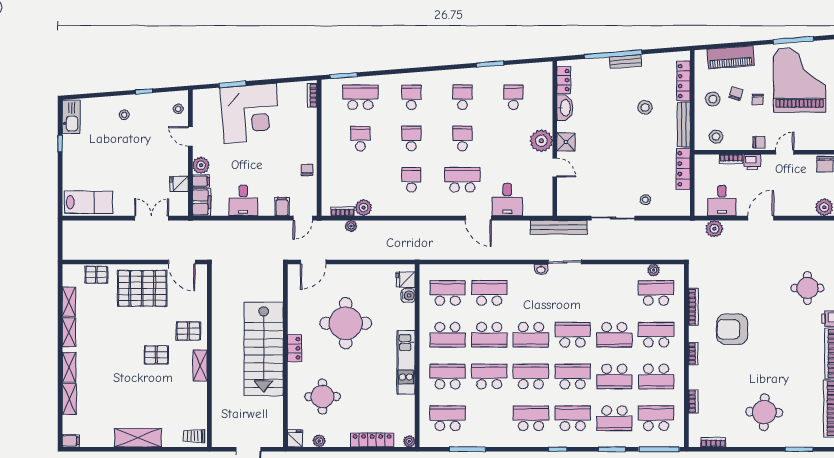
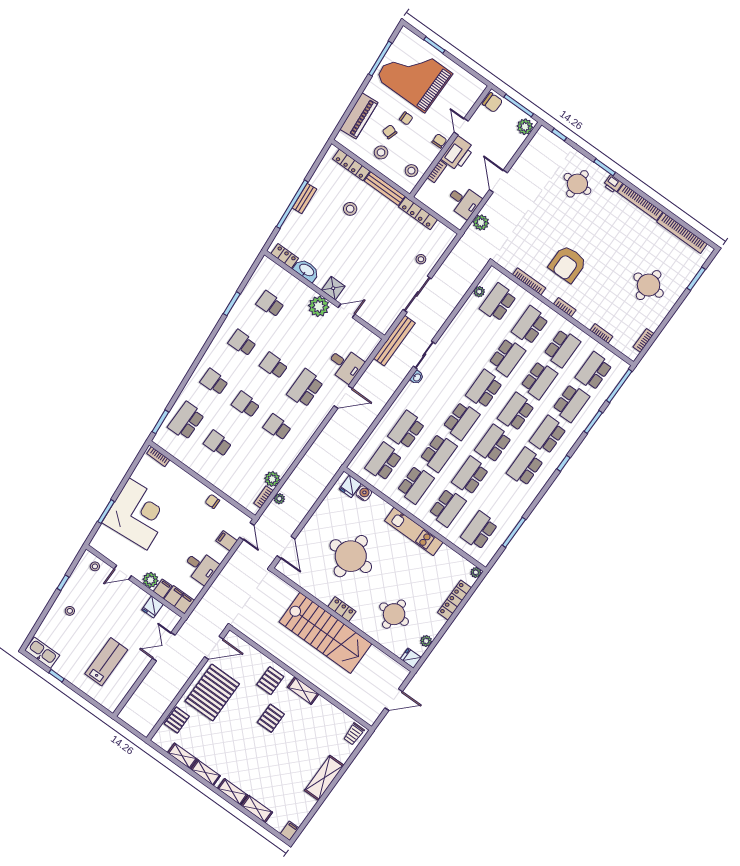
printer: (752, 162) -> (458, 153), width x1.87, depth x1.48
lab bench: (88, 202) -> (106, 662), moved
school desk: (448, 377) -> (447, 508), turned 180

